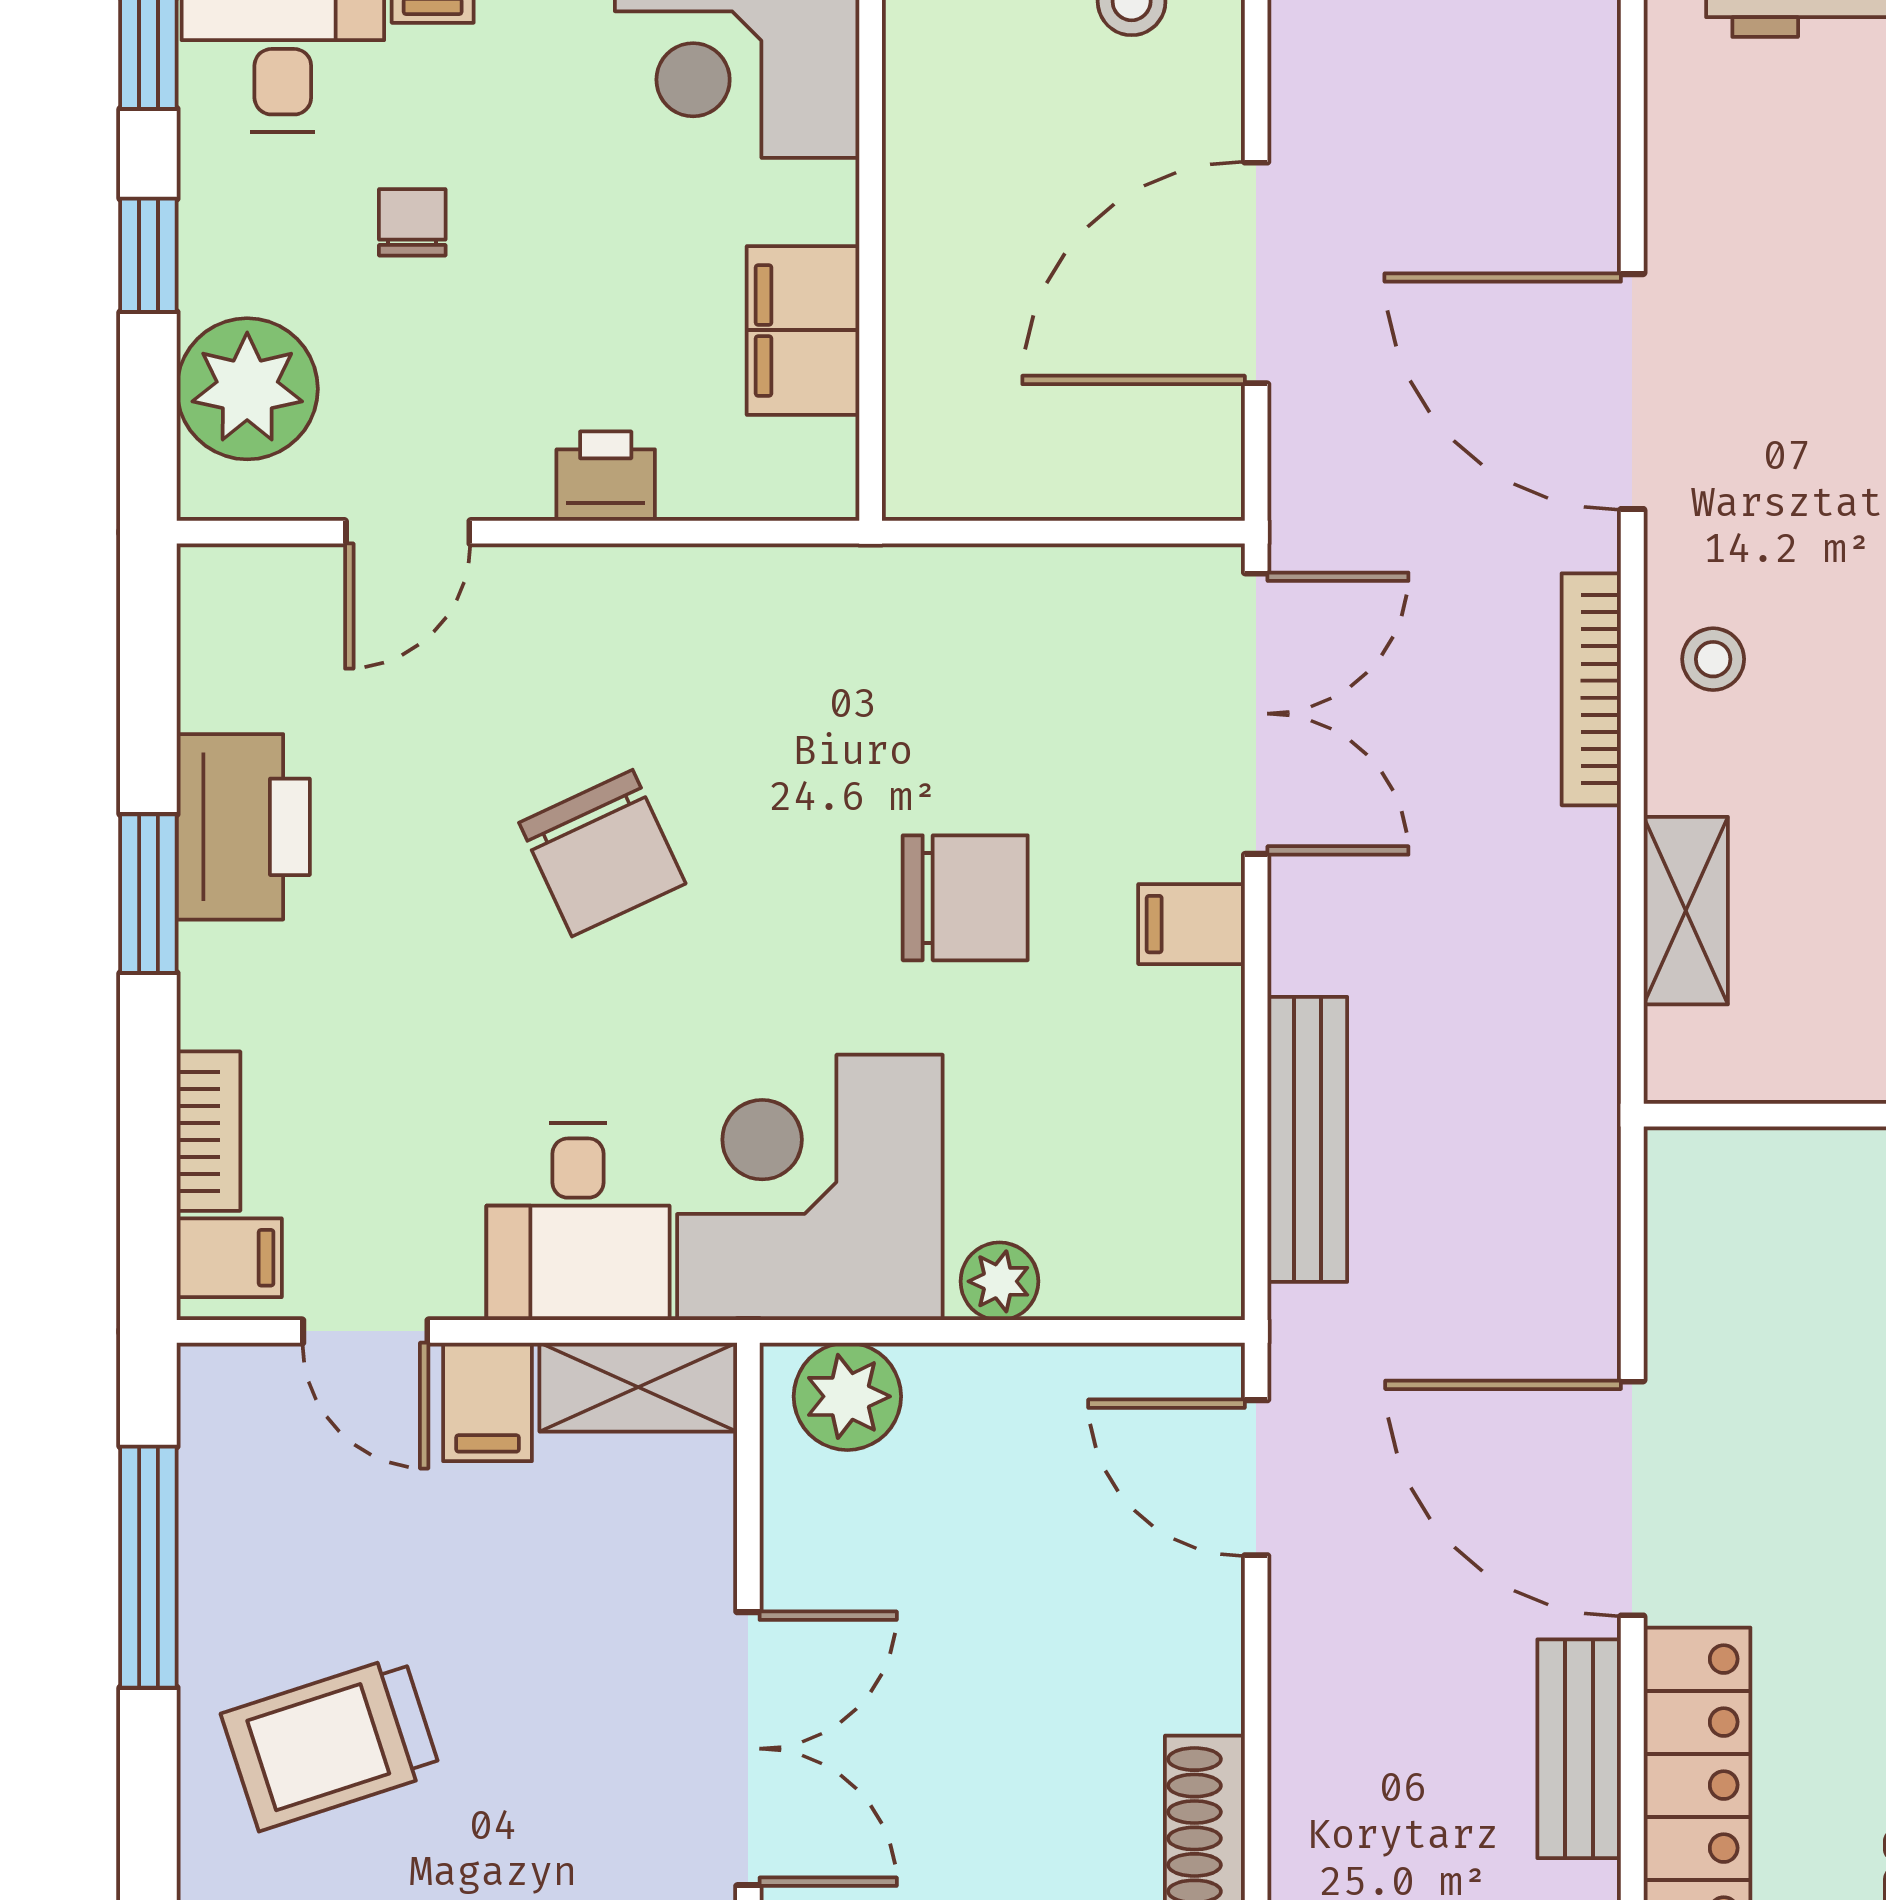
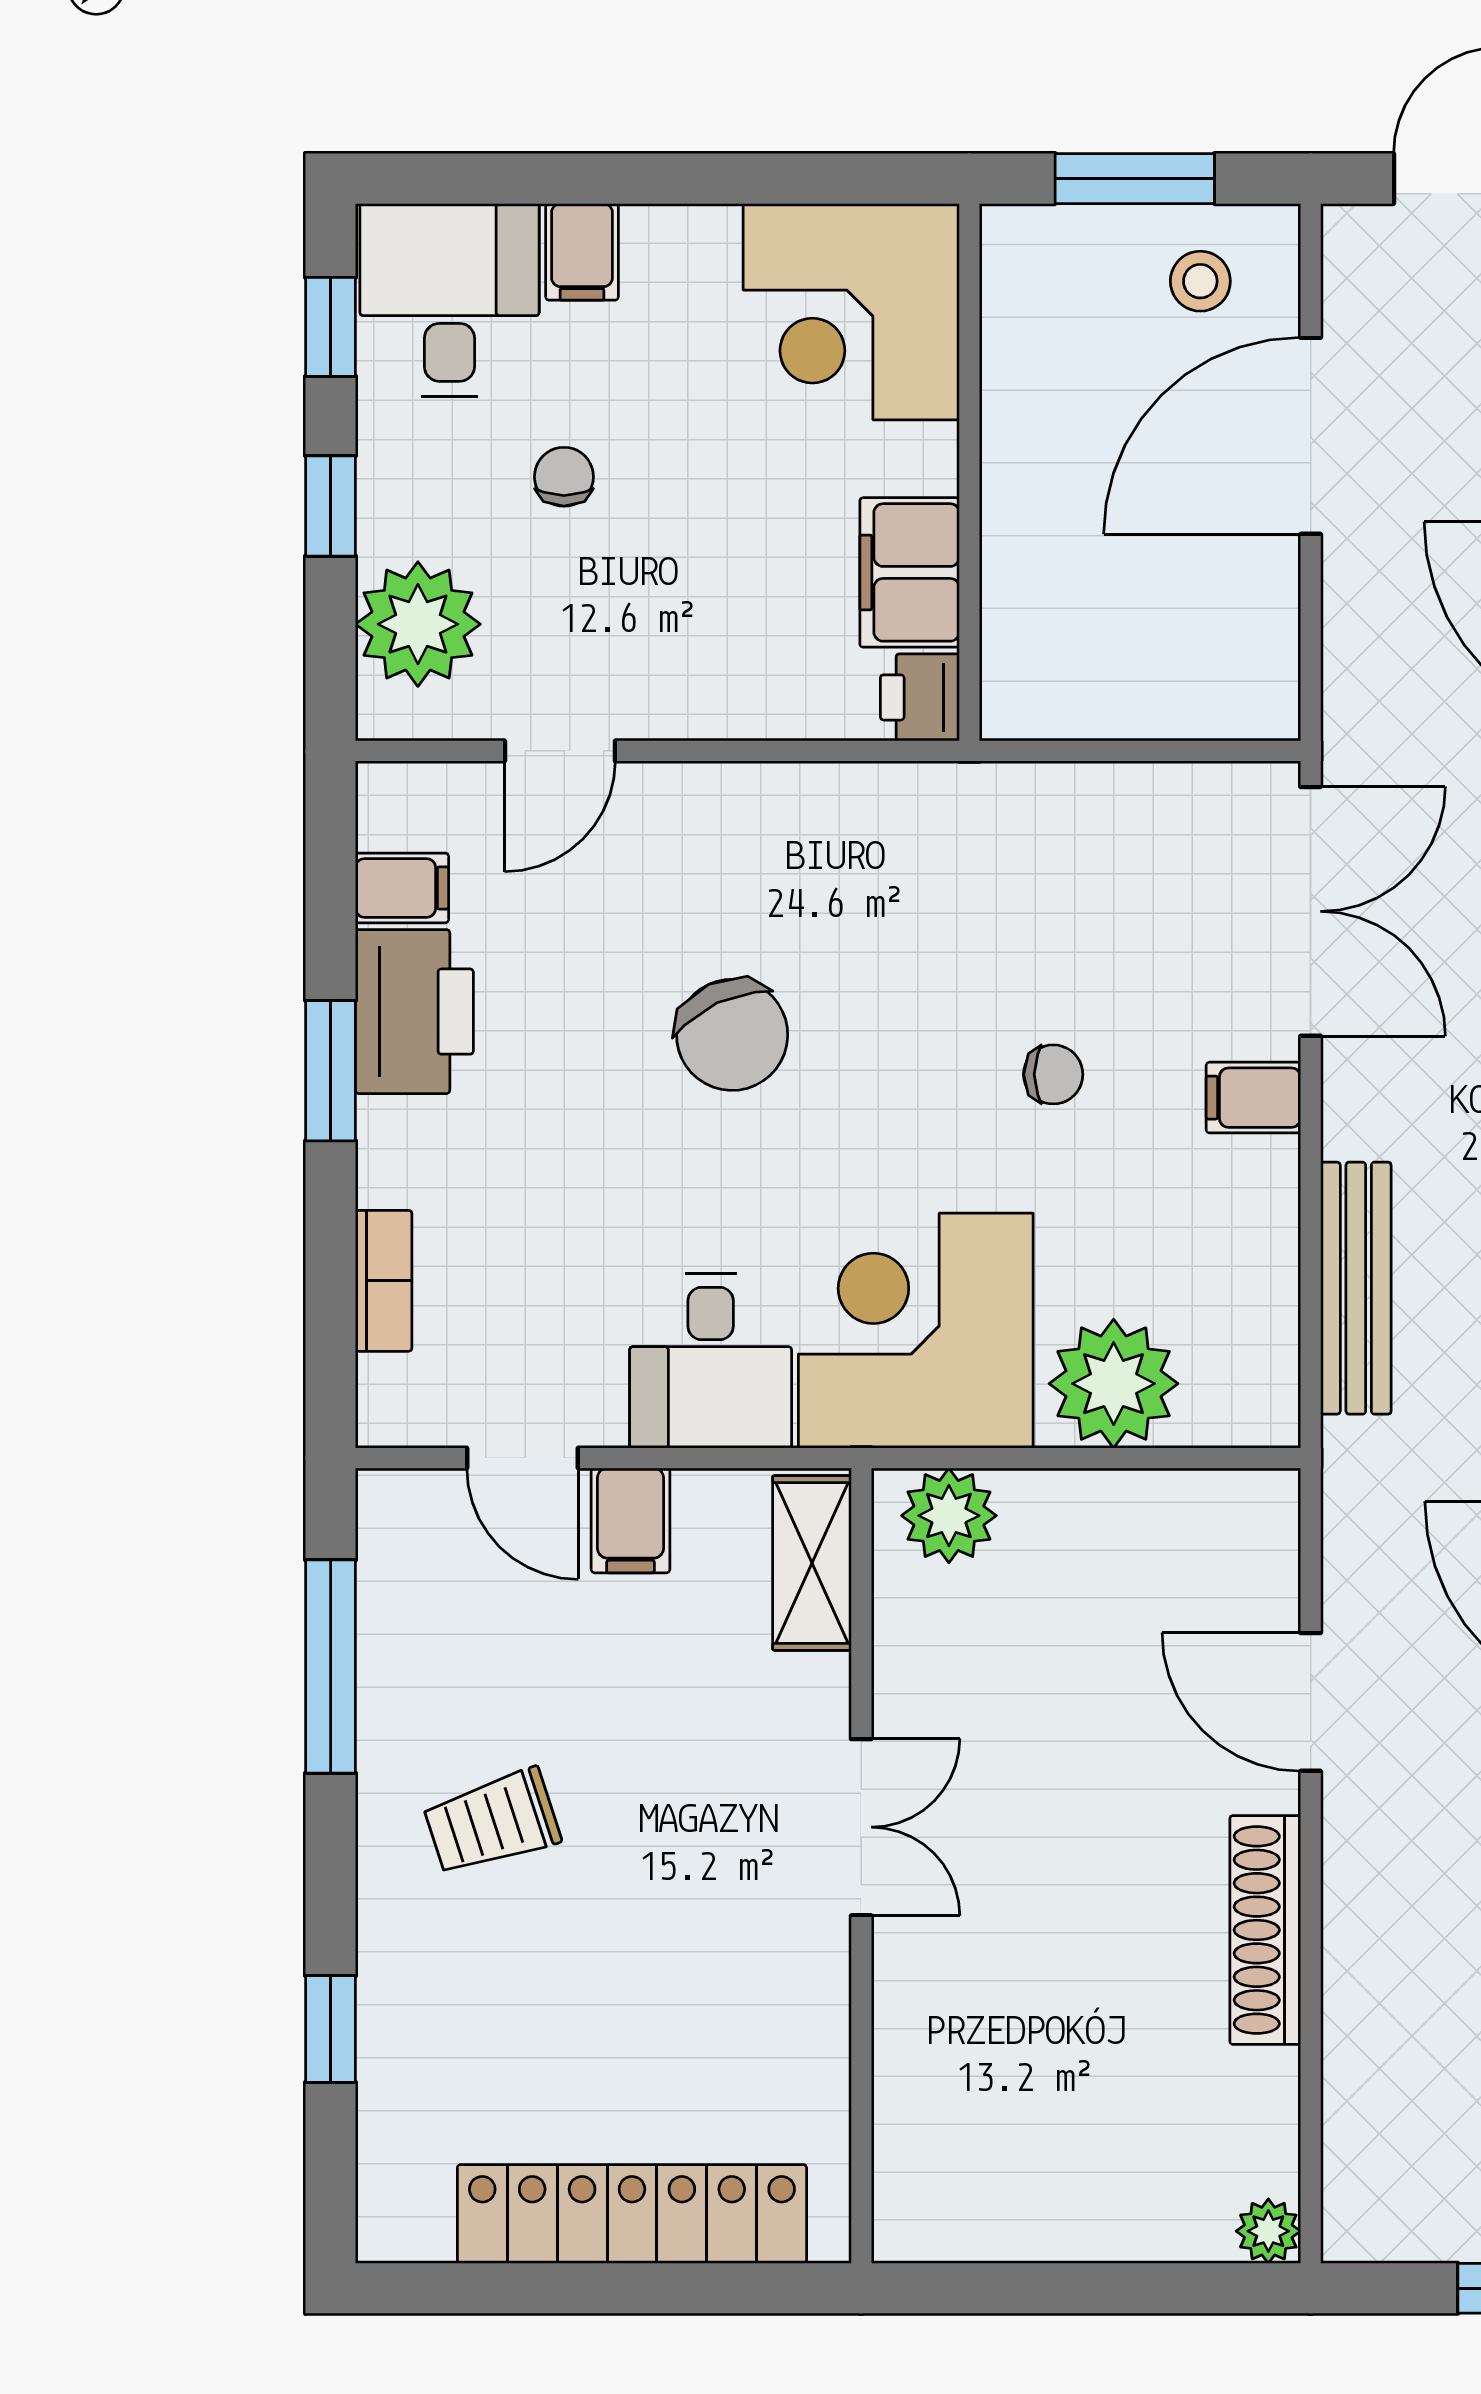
door: (1256, 273) -> (1311, 436), moved
printer: (606, 476) -> (920, 697), moved, turned -90
chair: (965, 898) -> (1053, 1074), width x0.54, depth x0.54
filing cabinet: (229, 1258) -> (402, 888), moved
plant: (999, 1281) -> (1114, 1384), width x1.87, depth x1.87
shelving: (638, 1387) -> (812, 1563), moved, turned 90
door: (1256, 1478) -> (1311, 1702), moved
trolley: (331, 1743) -> (492, 1822), width x0.73, depth x0.72
double door: (748, 1749) -> (861, 1827), width x0.73

